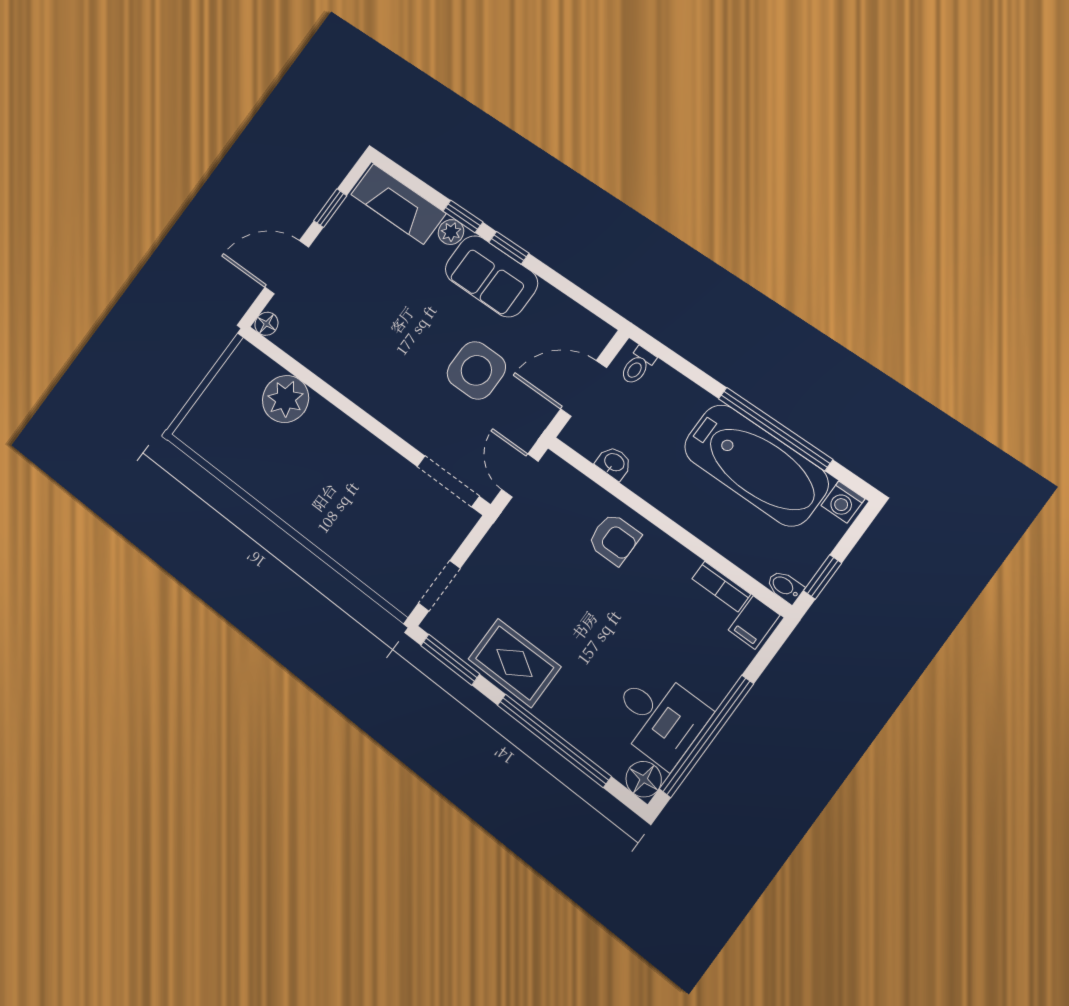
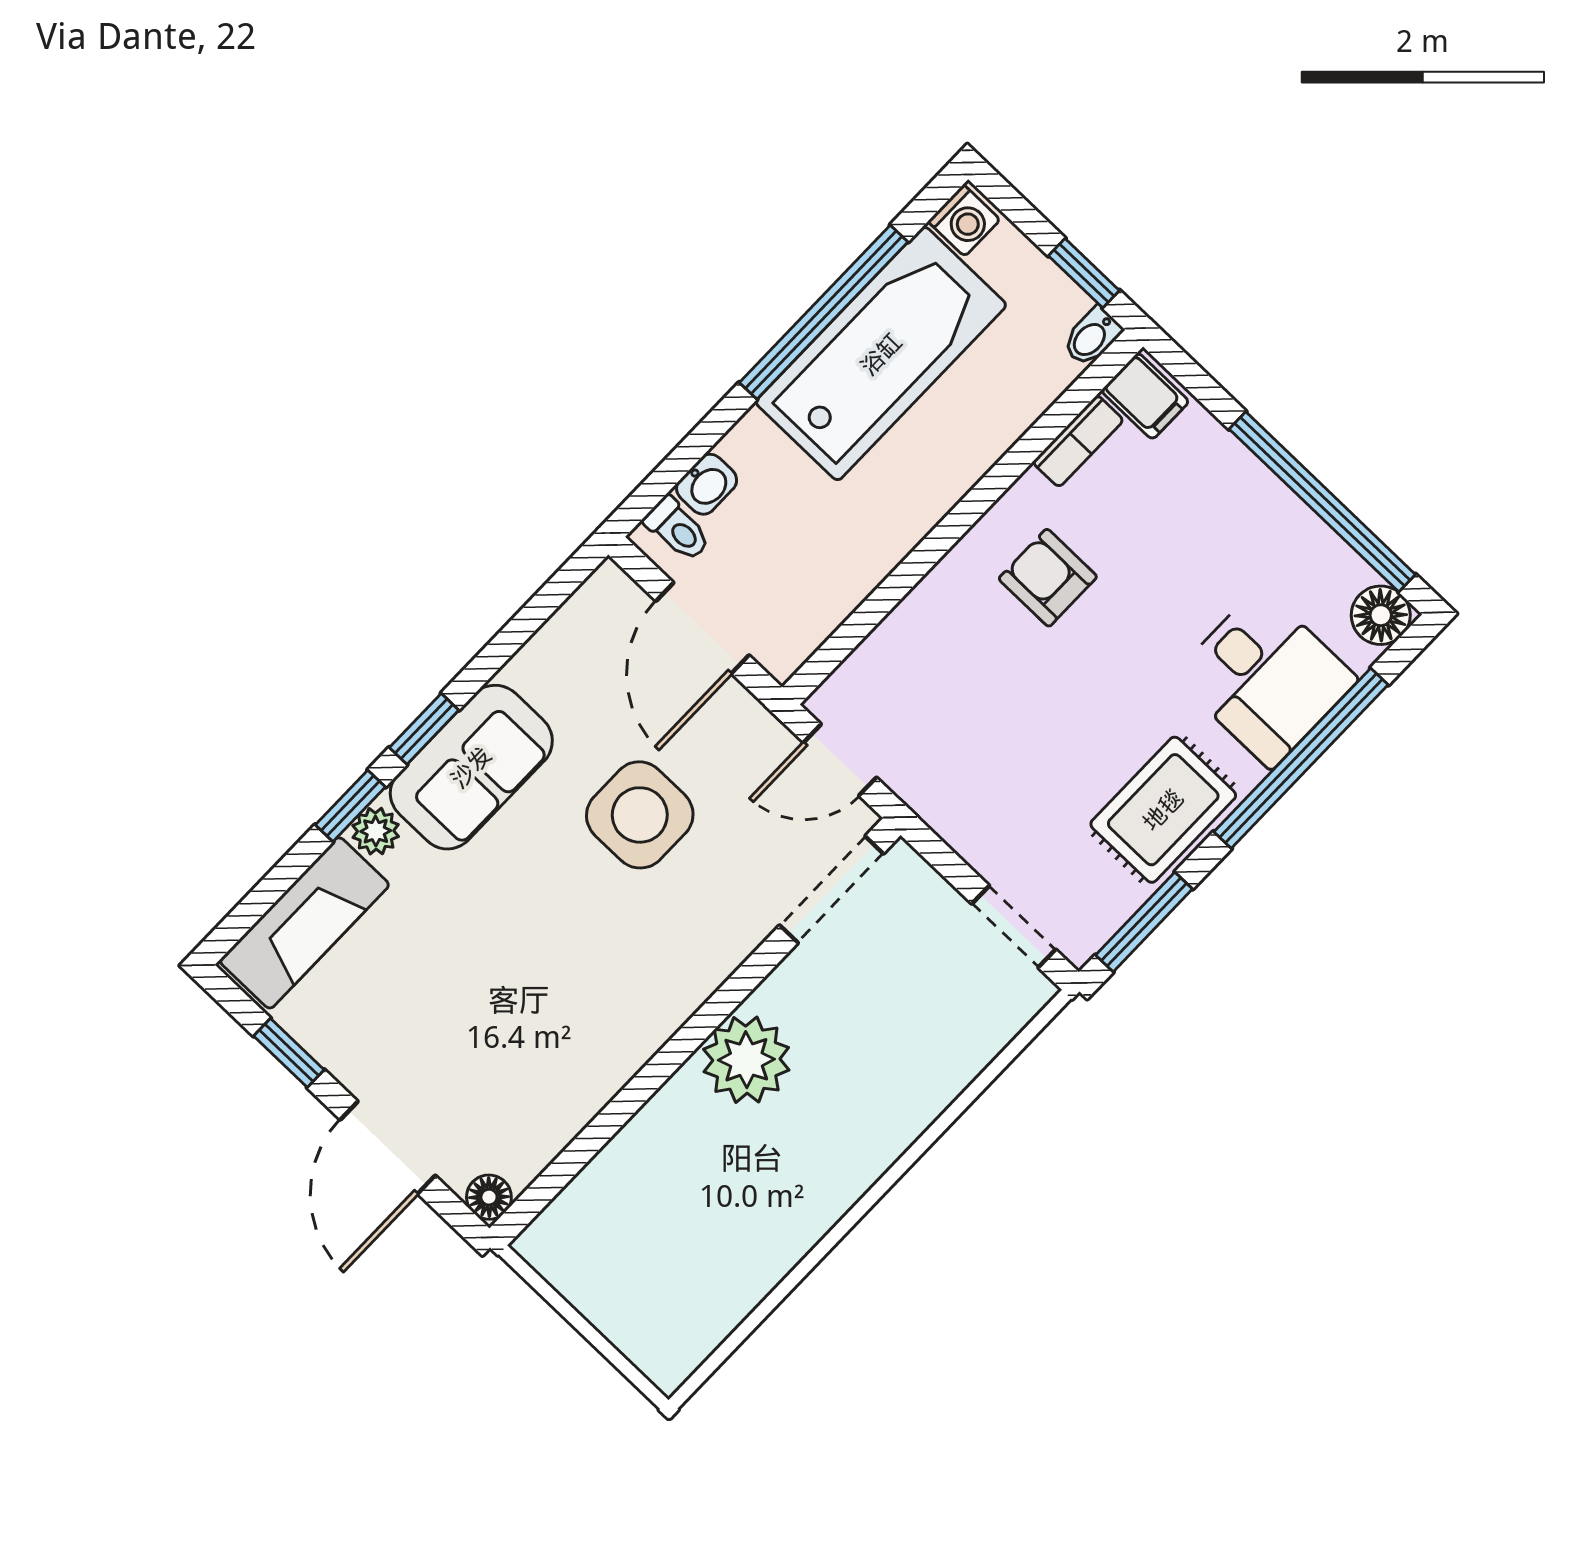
plant: (286, 399) -> (746, 1060), moved
washbasin: (614, 463) -> (707, 484), moved, turned 180
armchair: (614, 539) -> (1048, 578), moved, turned -90
desk: (659, 717) -> (1266, 678), moved, turned 90

